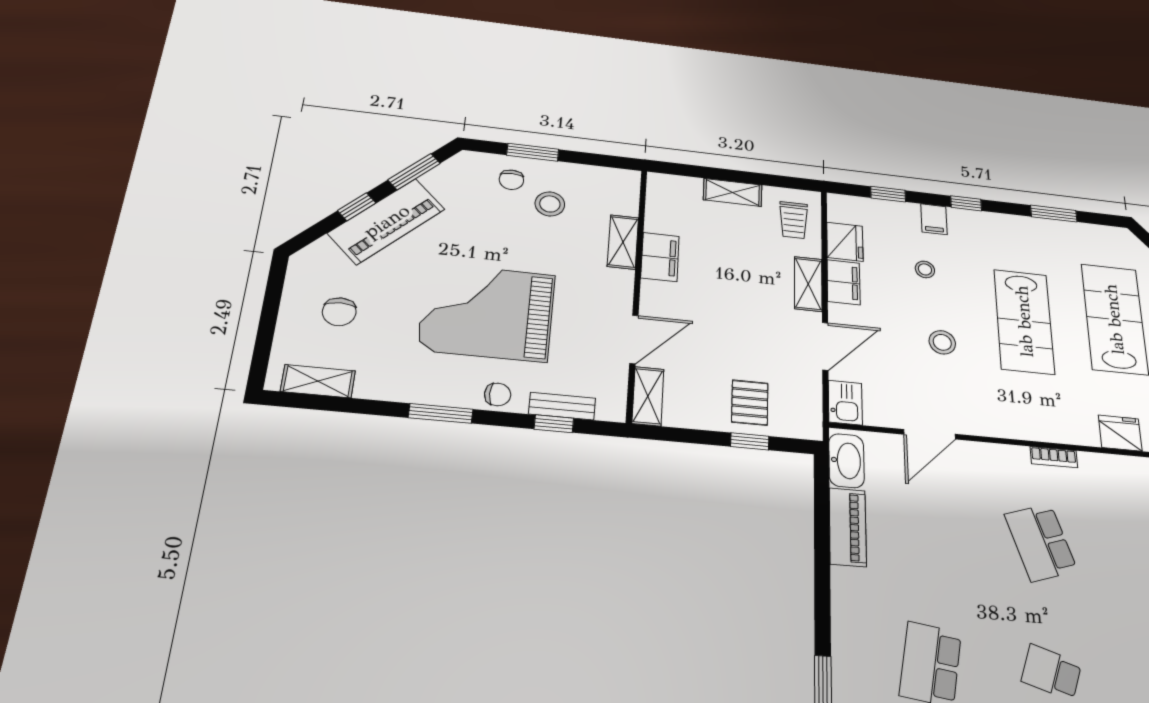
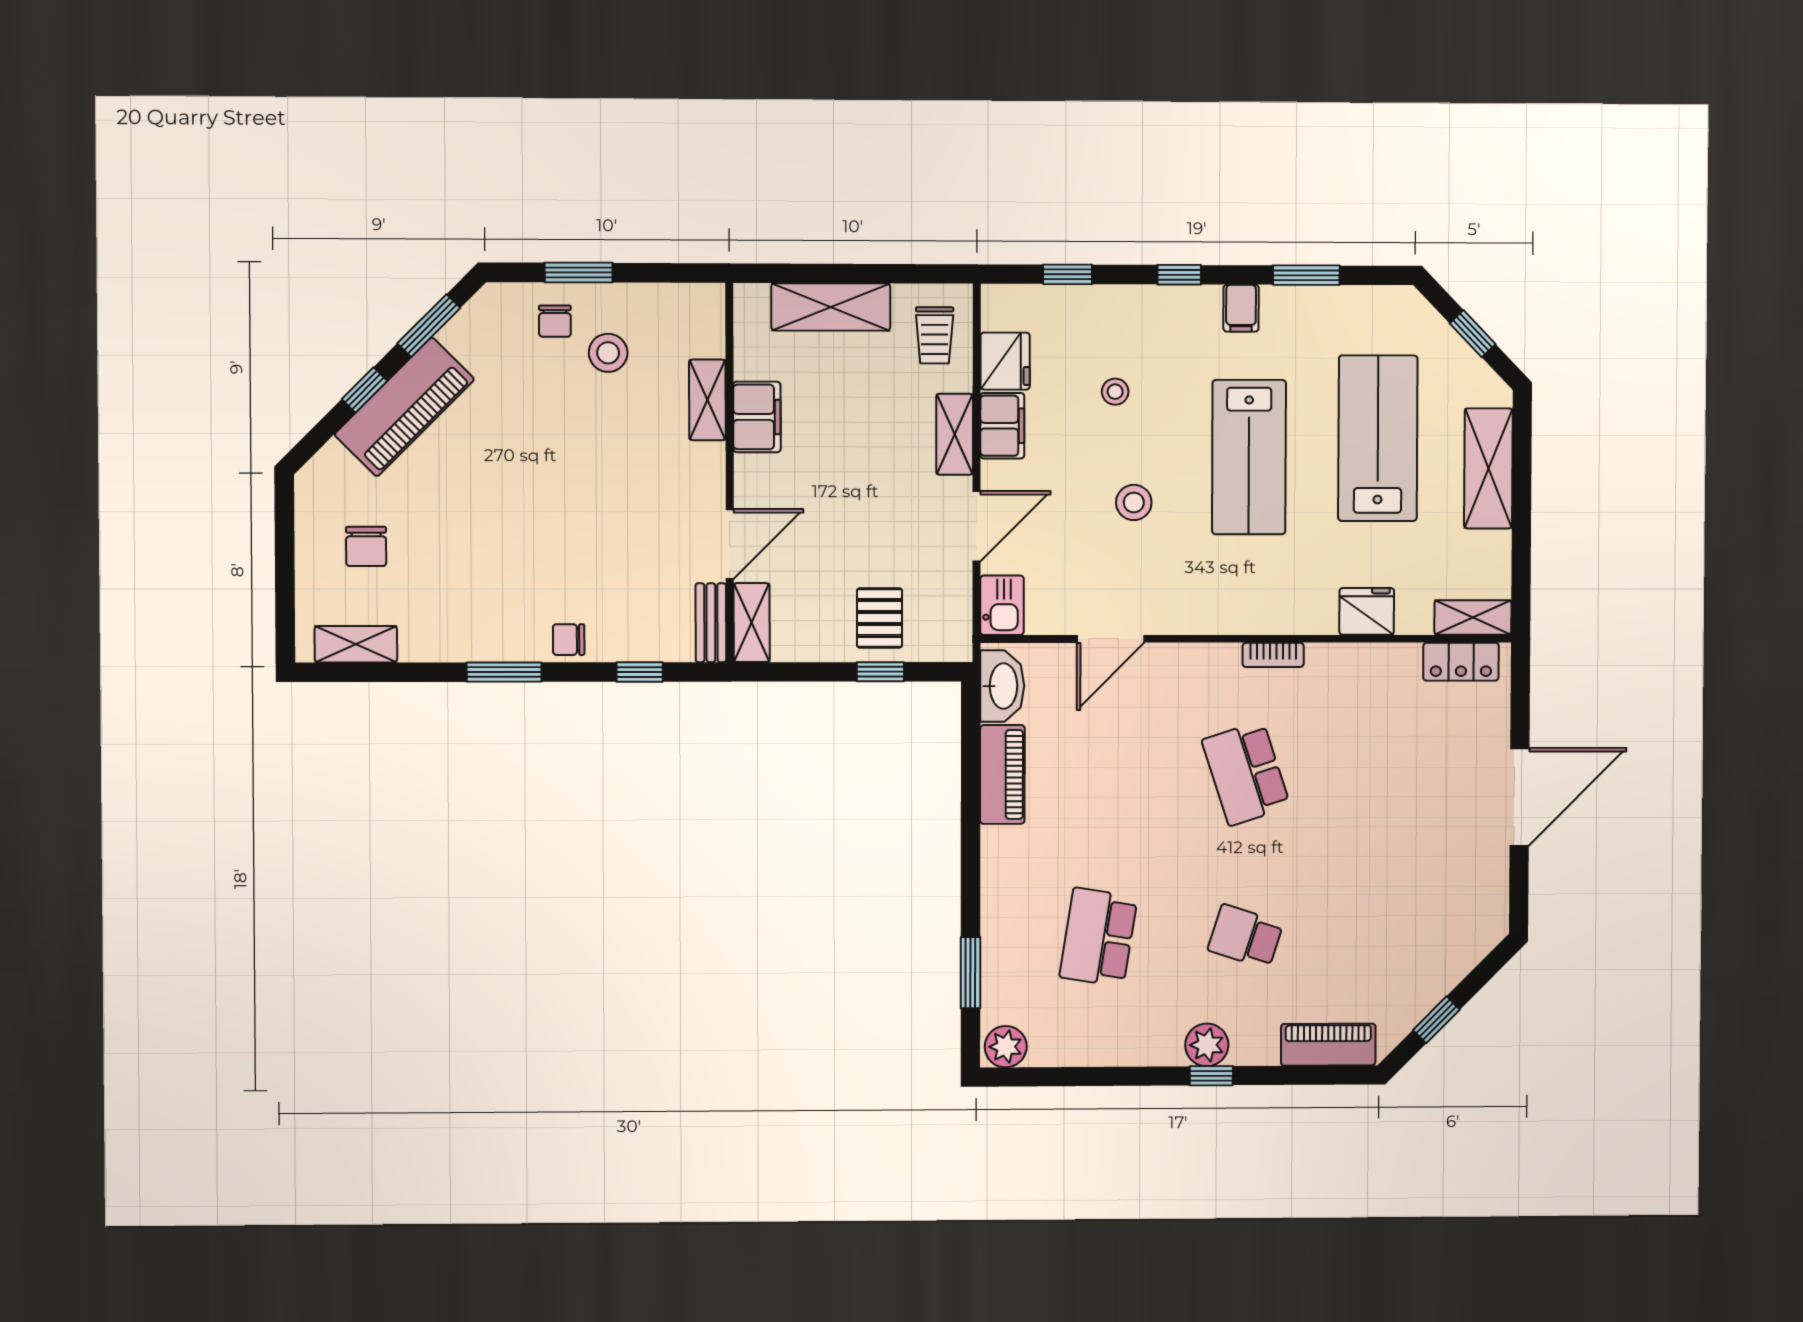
shelving: (733, 192) -> (831, 307), width x1.50, depth x1.33
filing cabinet: (934, 219) -> (1241, 308), moved
grand piano: (487, 312) -> (544, 526), removed
chair: (498, 394) -> (569, 640), turned 180
bench: (562, 406) -> (711, 623), moved, turned 90

